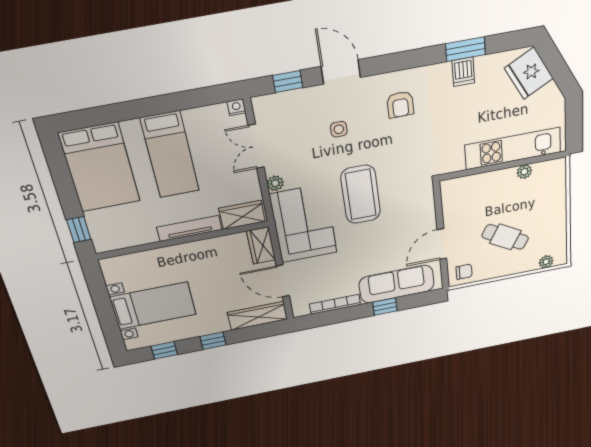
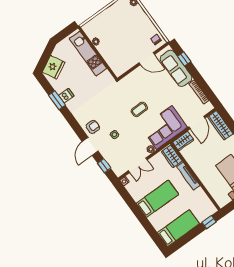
armchair: (400, 105) -> (93, 127), moved
bed: (100, 167) -> (178, 228), width x0.67
coffee table: (361, 195) -> (139, 109), width x0.54, depth x0.58
cafe table: (505, 237) -> (130, 30), removed
window: (385, 307) -> (184, 59), moved

